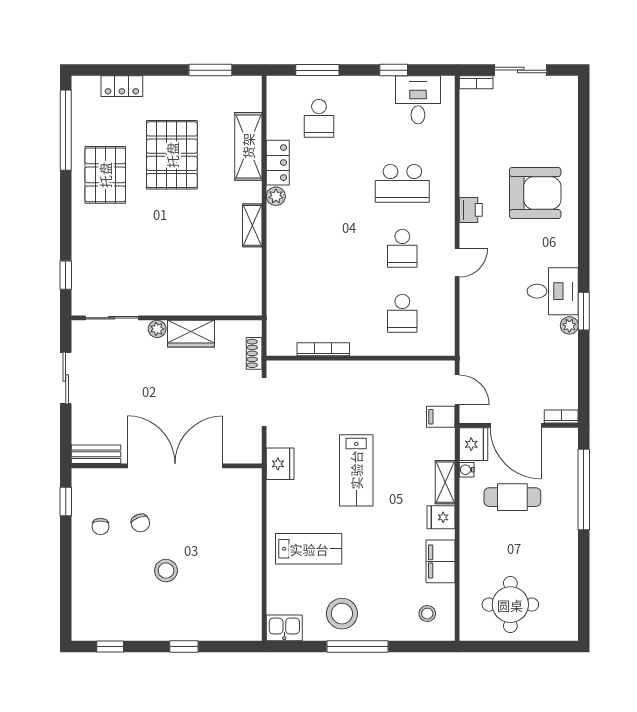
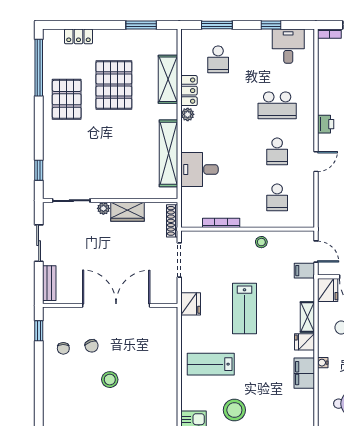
shelving: (252, 225) -> (169, 153), width x2.20, depth x1.33
desk: (293, 274) -> (199, 169), added
shoe rack: (254, 353) -> (172, 221), width x1.43
bench: (96, 454) -> (49, 283), moved, turned 90
water cooler: (467, 470) -> (323, 363), moved
lab bench: (309, 549) -> (211, 364), turned 180
stool: (427, 614) -> (261, 242), moved

